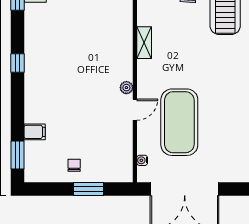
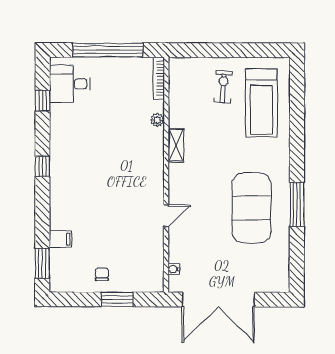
plant: (126, 88) -> (157, 120), moved
exercise mat: (179, 122) -> (252, 208), moved

